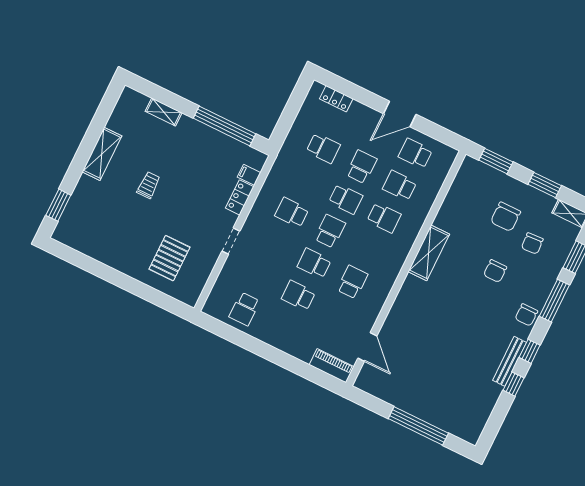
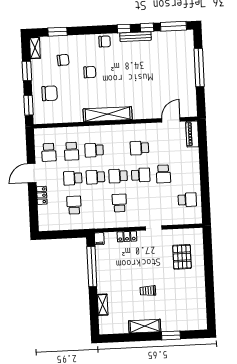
locker: (336, 99) -> (42, 195), moved
door: (400, 114) -> (32, 173), swing flipped
filing cabinet: (249, 175) -> (99, 239), moved
school desk: (346, 199) -> (95, 177), turned -90
window: (58, 205) -> (171, 335), moved
school desk: (292, 212) -> (119, 203), turned 180
chair: (506, 217) -> (50, 93), moved
school desk: (384, 218) -> (94, 150), turned -90
shelving: (429, 253) -> (108, 114), width x1.47
pallet: (169, 258) -> (182, 257), turned 90
school desk: (314, 263) -> (141, 175), turned -90
window: (554, 301) -> (173, 26), moved

